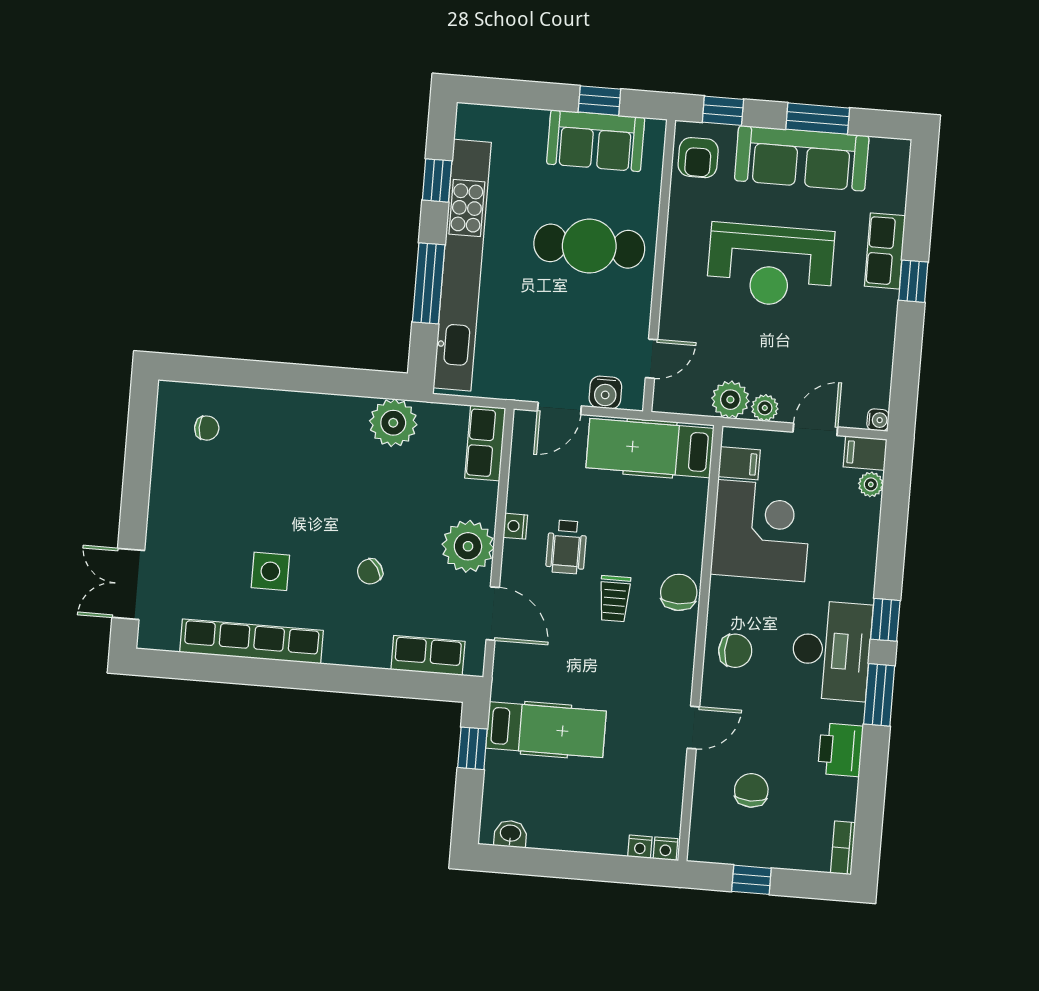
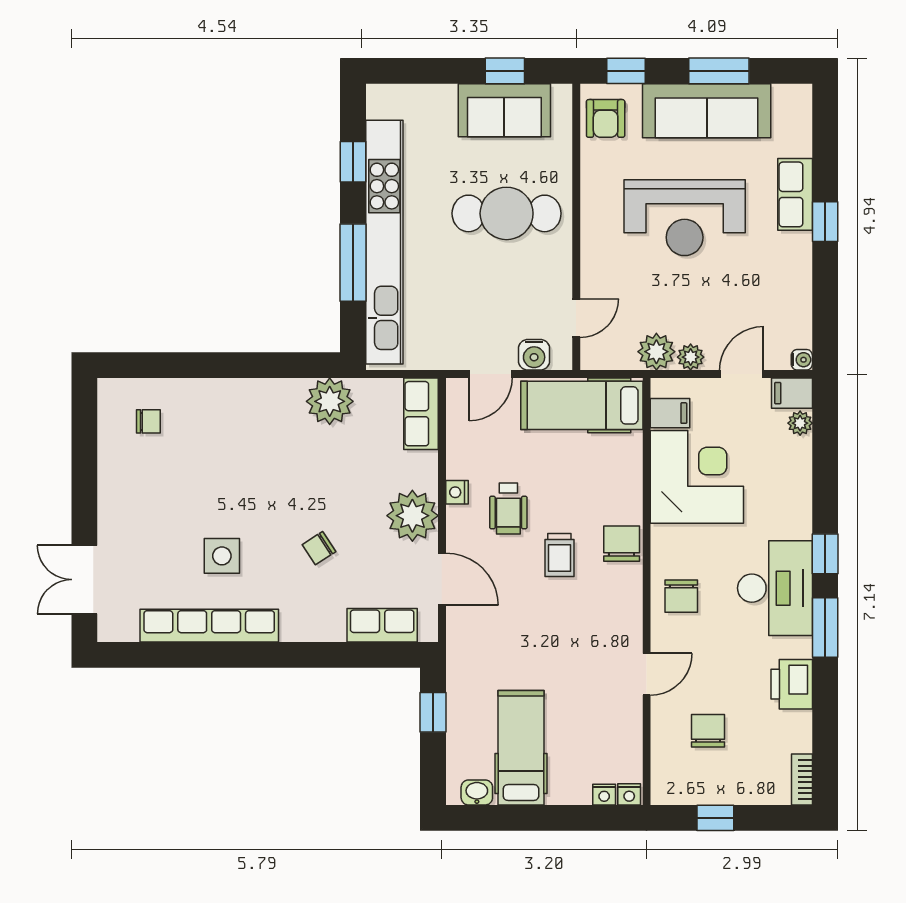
chair: (735, 651) -> (681, 596), turned 90
hospital bed: (546, 730) -> (521, 748), moved, turned -90

